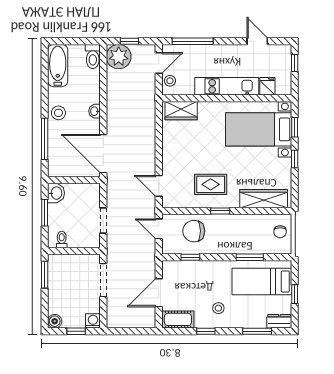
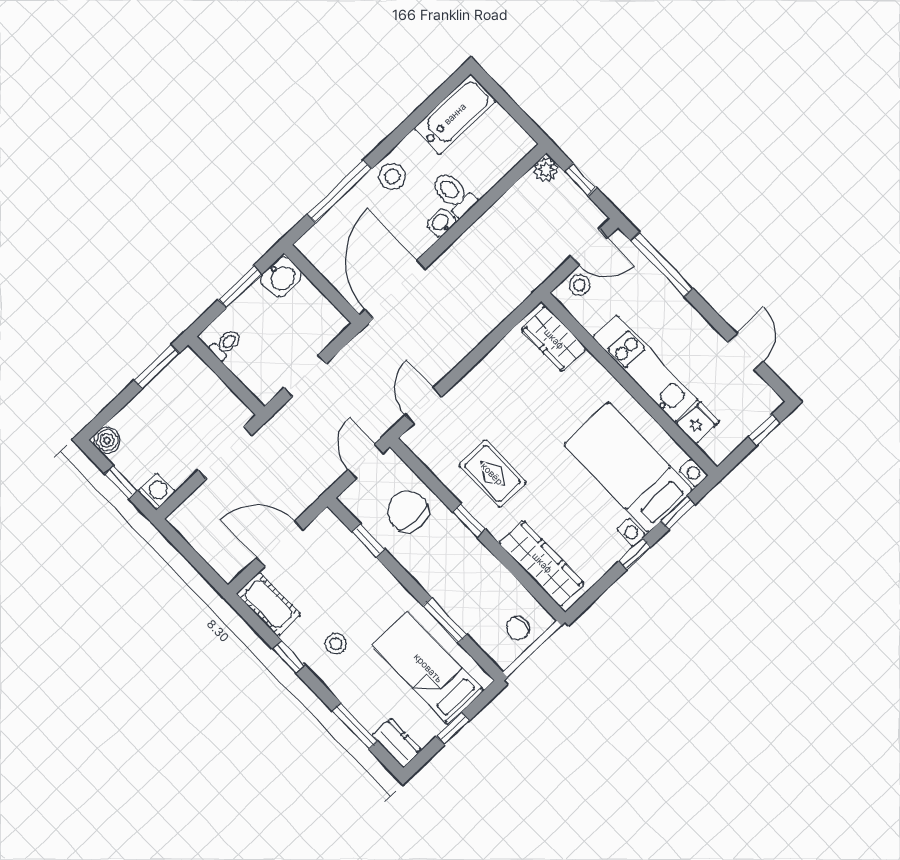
toilet: (93, 56) -> (454, 194), moved, turned 90
plant: (119, 57) -> (546, 170), width x0.53, depth x0.53

